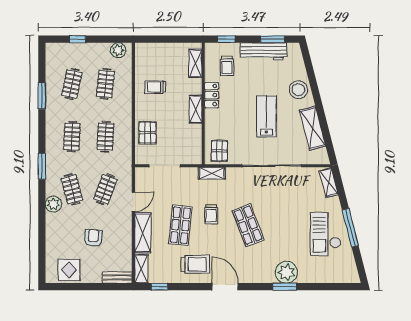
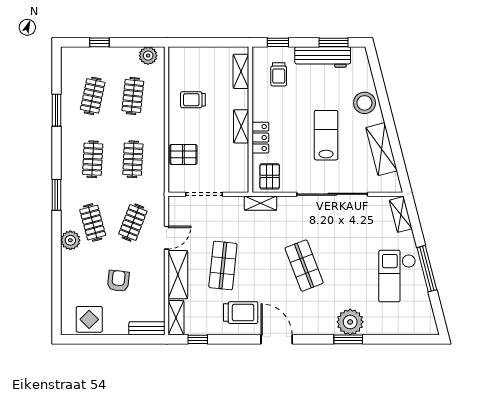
locker: (212, 95) -> (260, 138), moved
pallet: (147, 133) -> (183, 154), turned 90
trolley: (211, 214) -> (260, 253), removed

